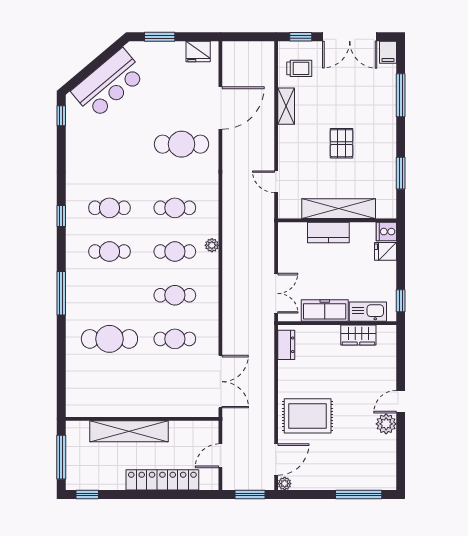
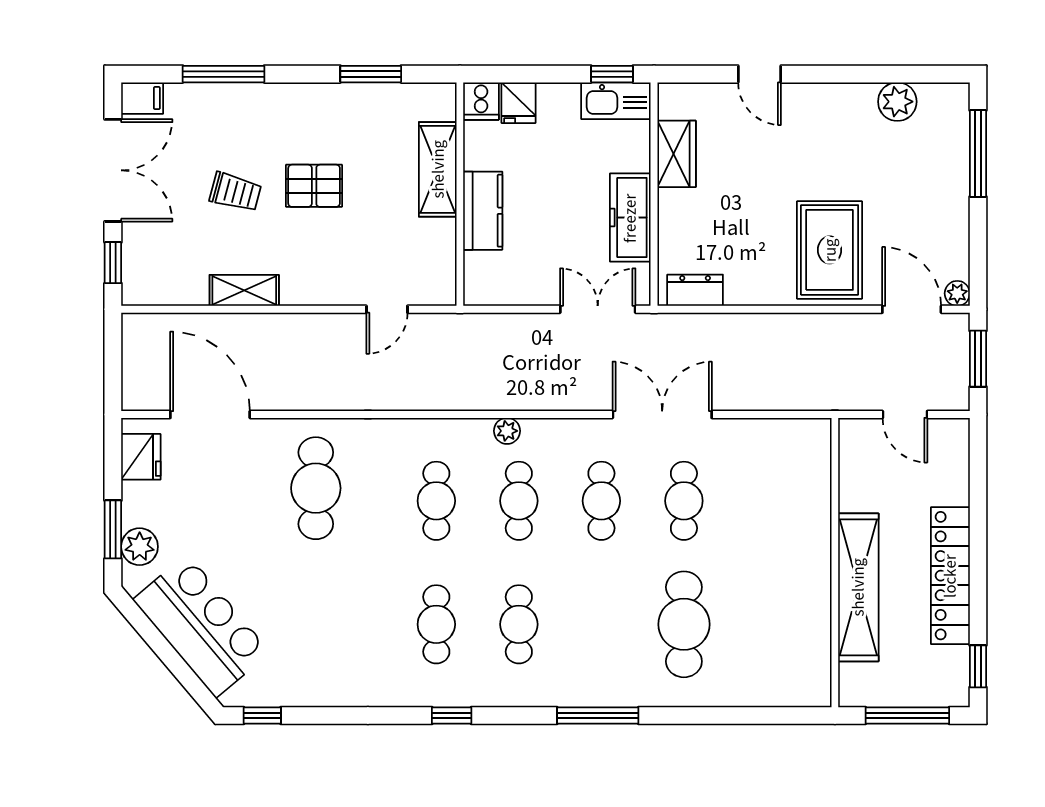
plant: (151, 51) -> (140, 547), added
trolley: (299, 68) -> (235, 192), moved, turned 105
door: (220, 108) -> (210, 415), moved
shelving: (339, 209) -> (438, 169), width x0.68
kitchen sink: (368, 312) -> (616, 101), moved, turned -90
double door: (220, 382) -> (662, 415), moved
door: (401, 402) -> (760, 74), moved
plant: (386, 424) -> (897, 102), moved
locker: (162, 480) -> (950, 576), moved

